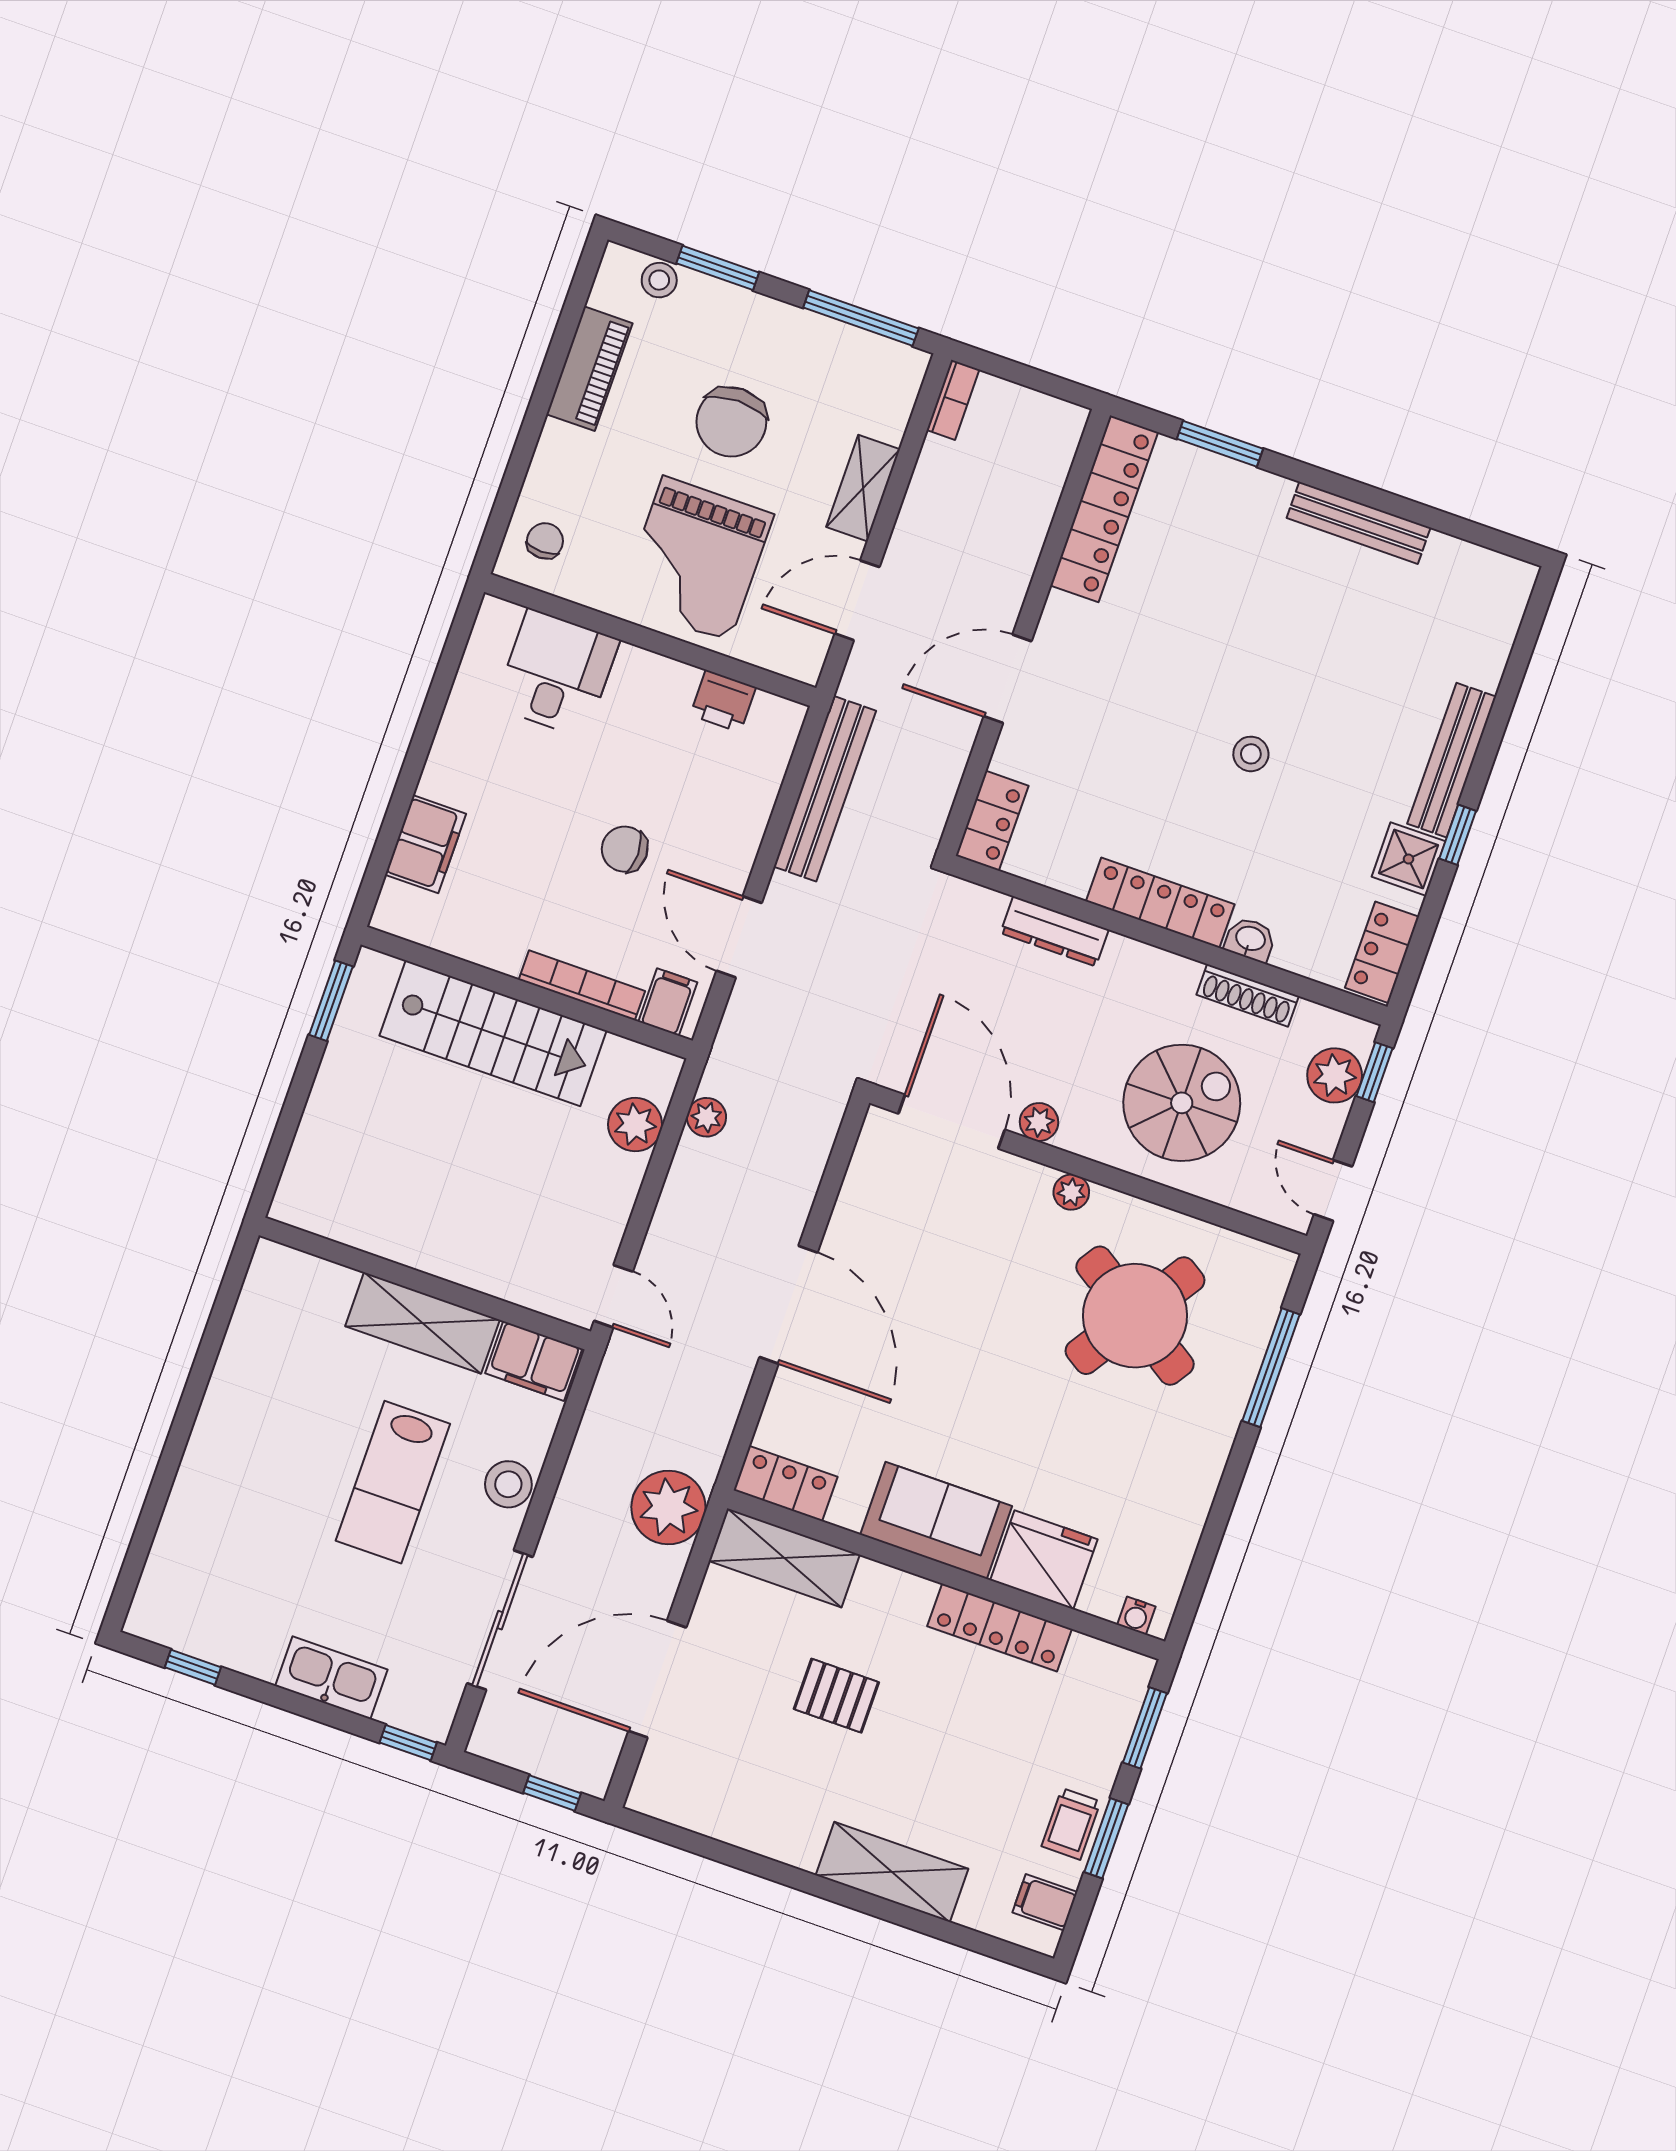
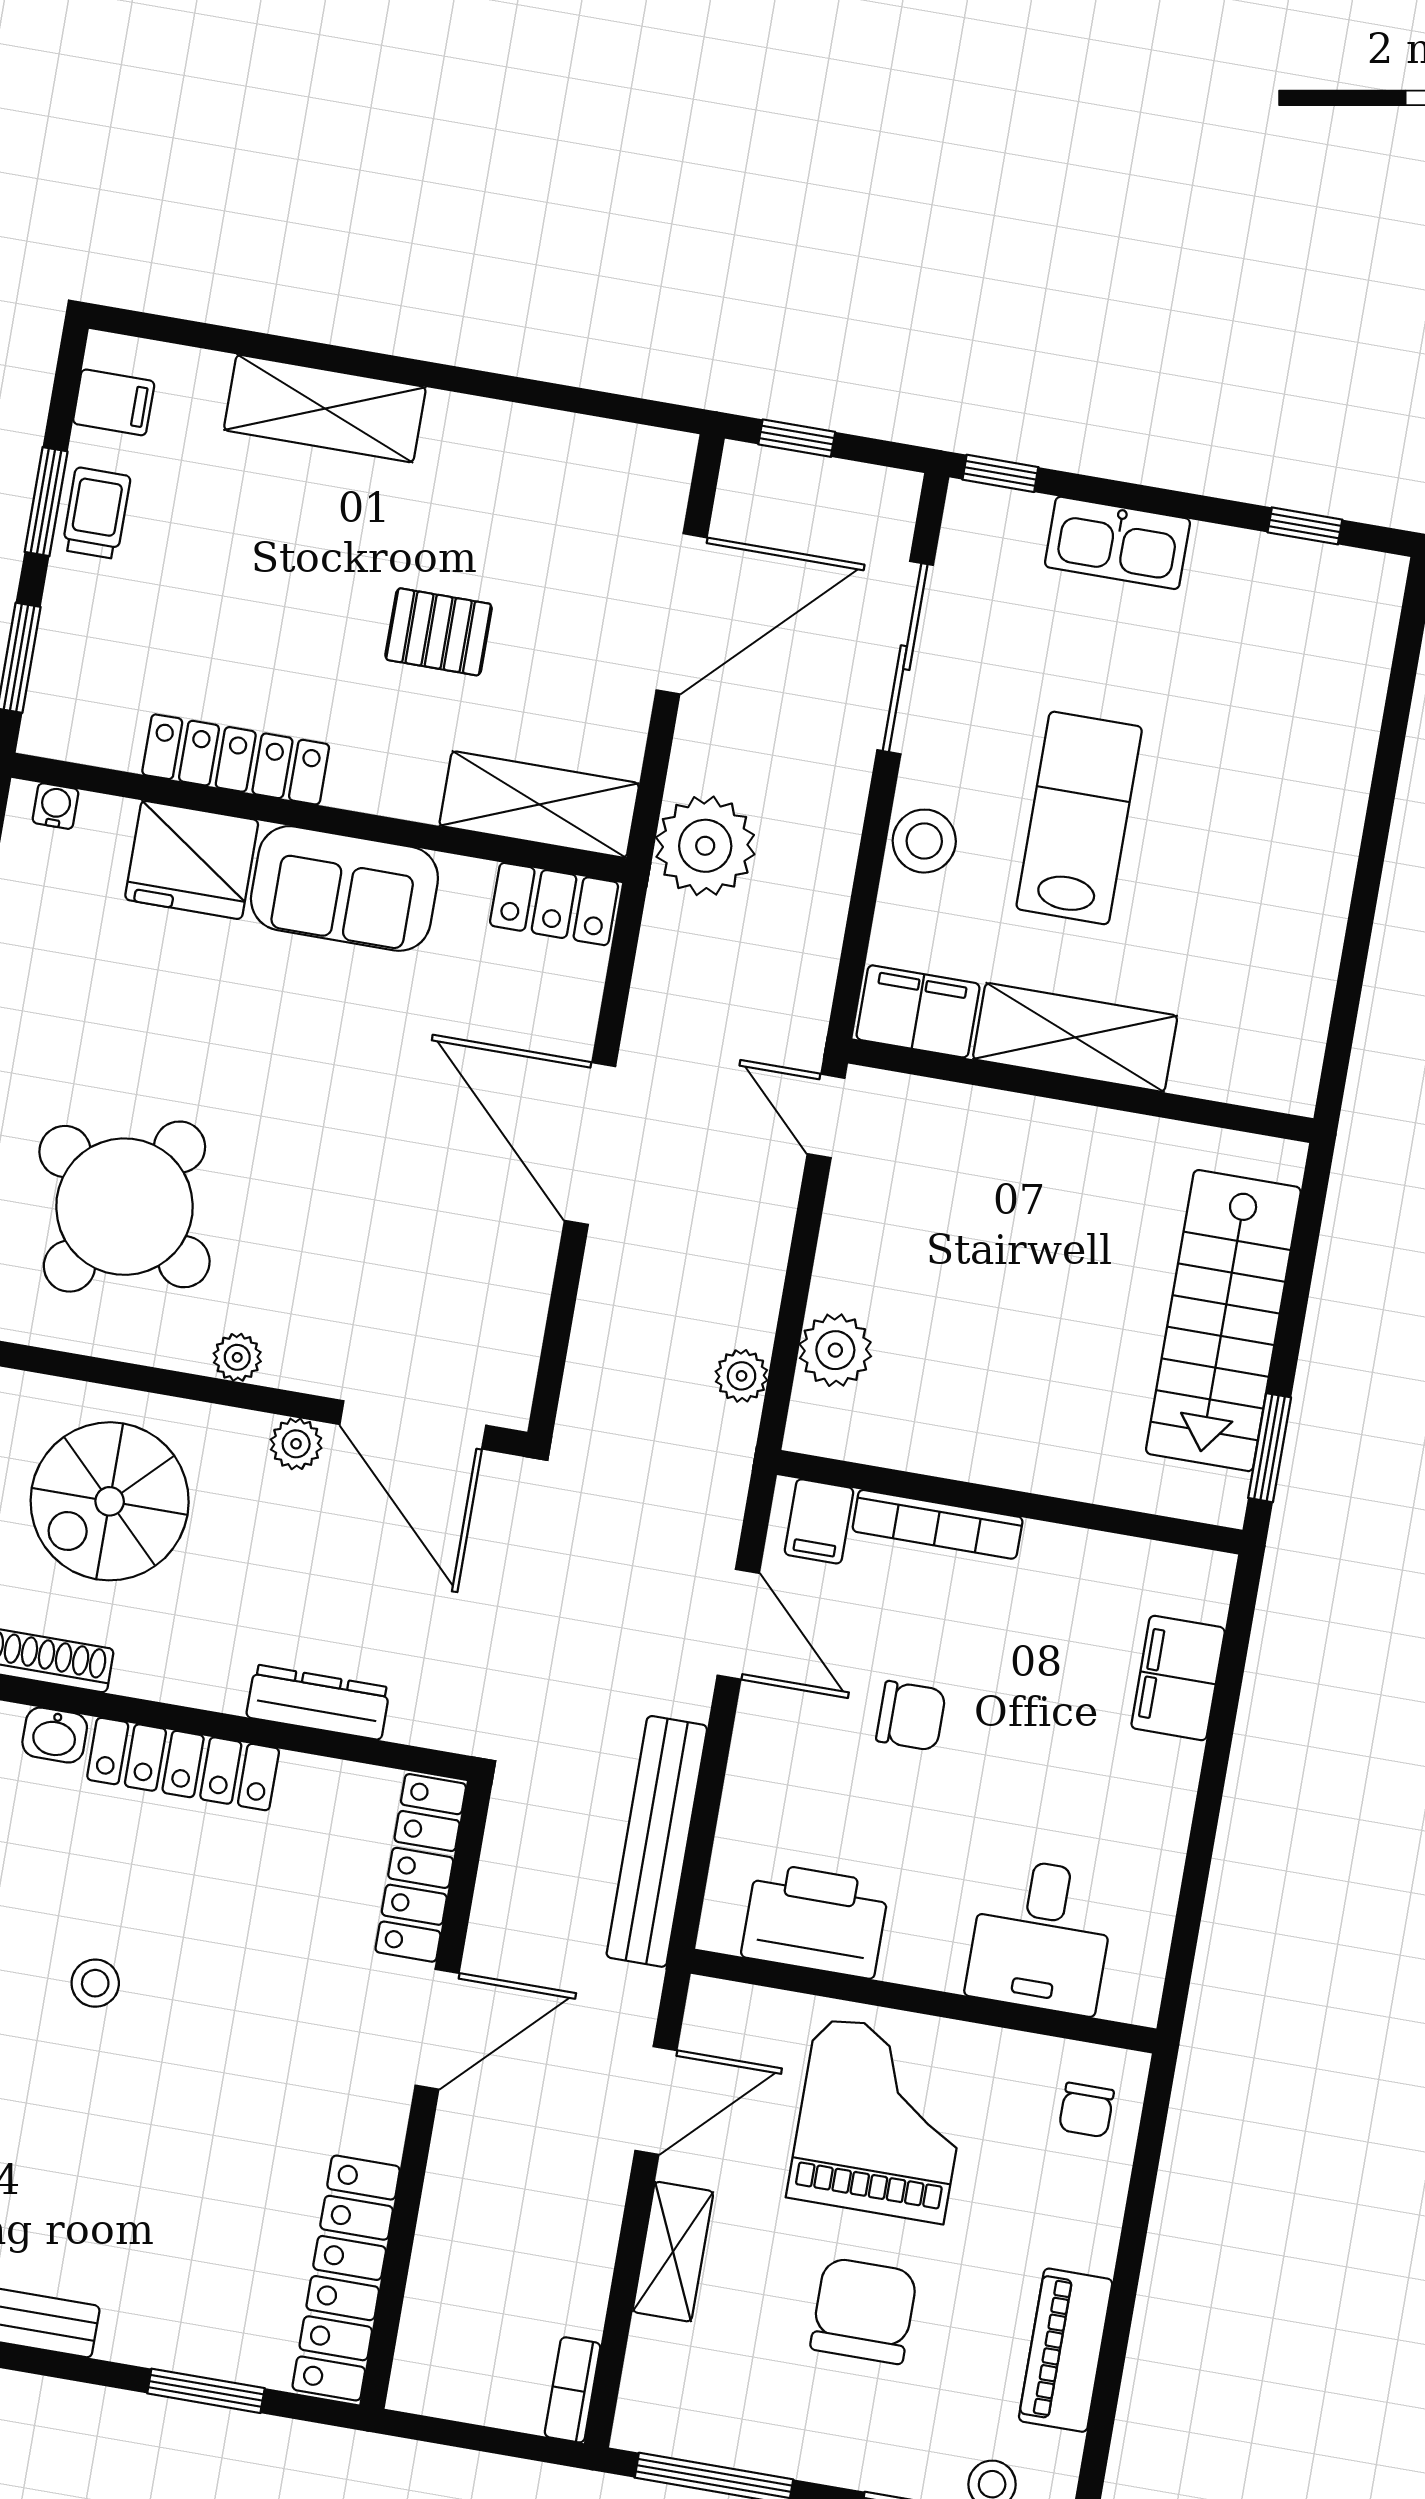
printer: (723, 701) -> (815, 1920), width x1.87, depth x1.48
locker: (992, 821) -> (421, 1868), width x1.53
stairs: (493, 1033) -> (1223, 1321), moved, turned -90

